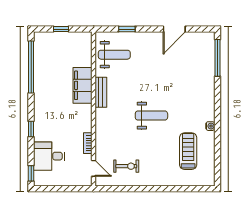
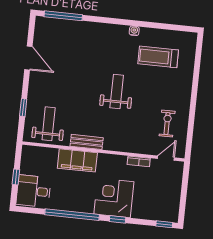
window: (31, 67) -> (72, 215), moved
corner desk: (51, 124) -> (114, 198), added
desk: (49, 156) -> (34, 191), moved, turned 90

